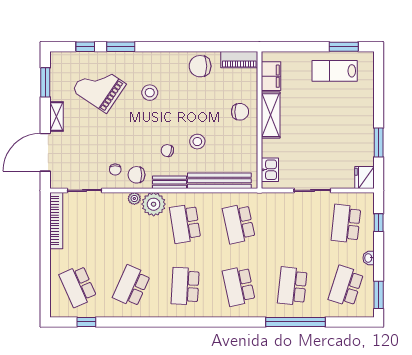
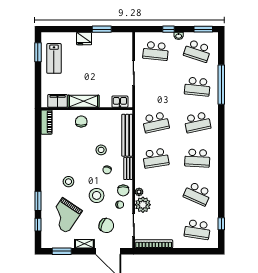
chair: (200, 66) -> (106, 226), moved, turned -67
stool: (129, 135) -> (97, 195), added
fridge: (364, 178) -> (84, 39), moved
plant: (154, 204) -> (143, 205), moved
window: (379, 223) -> (169, 29), moved
school desk: (78, 286) -> (197, 229), turned 33

